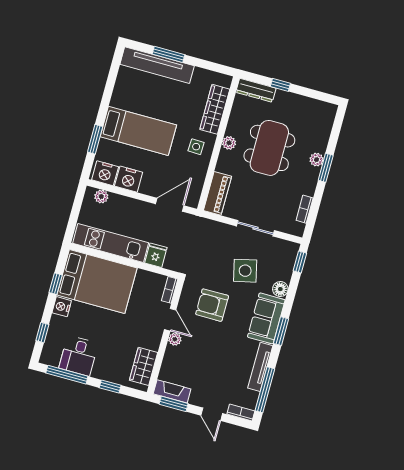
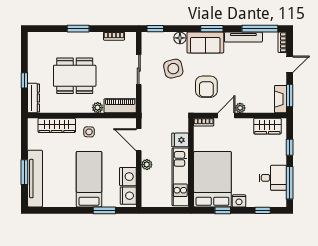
plant: (229, 143) -> (98, 108), moved
plant: (317, 160) -> (74, 37), removed
plant: (101, 197) -> (147, 165), moved

